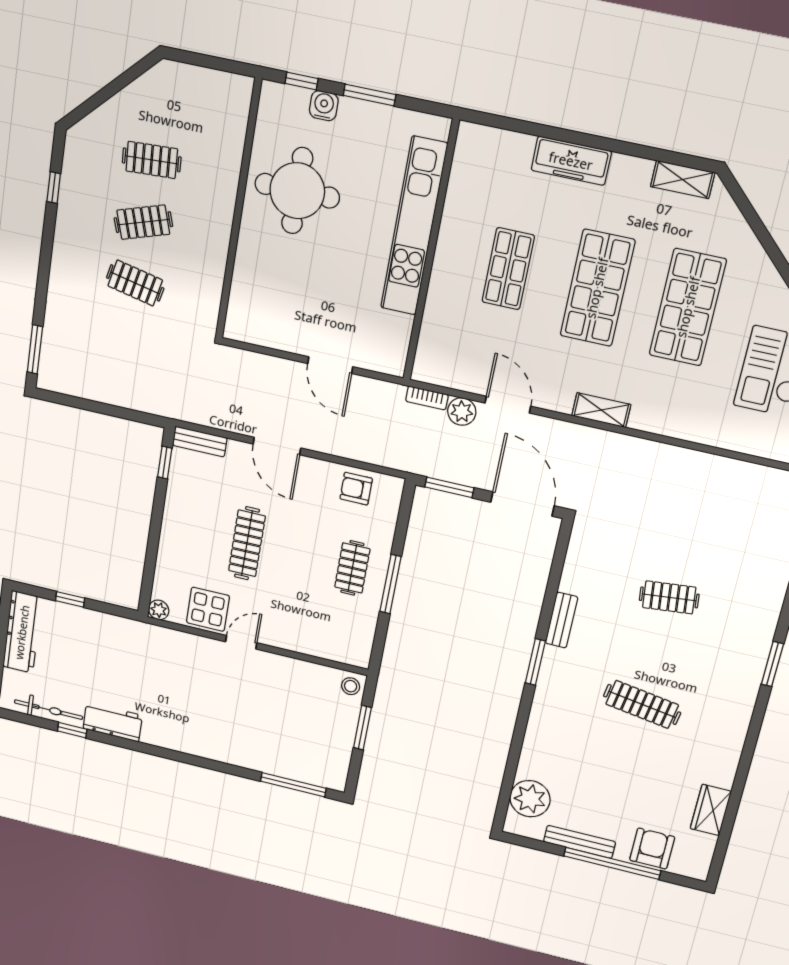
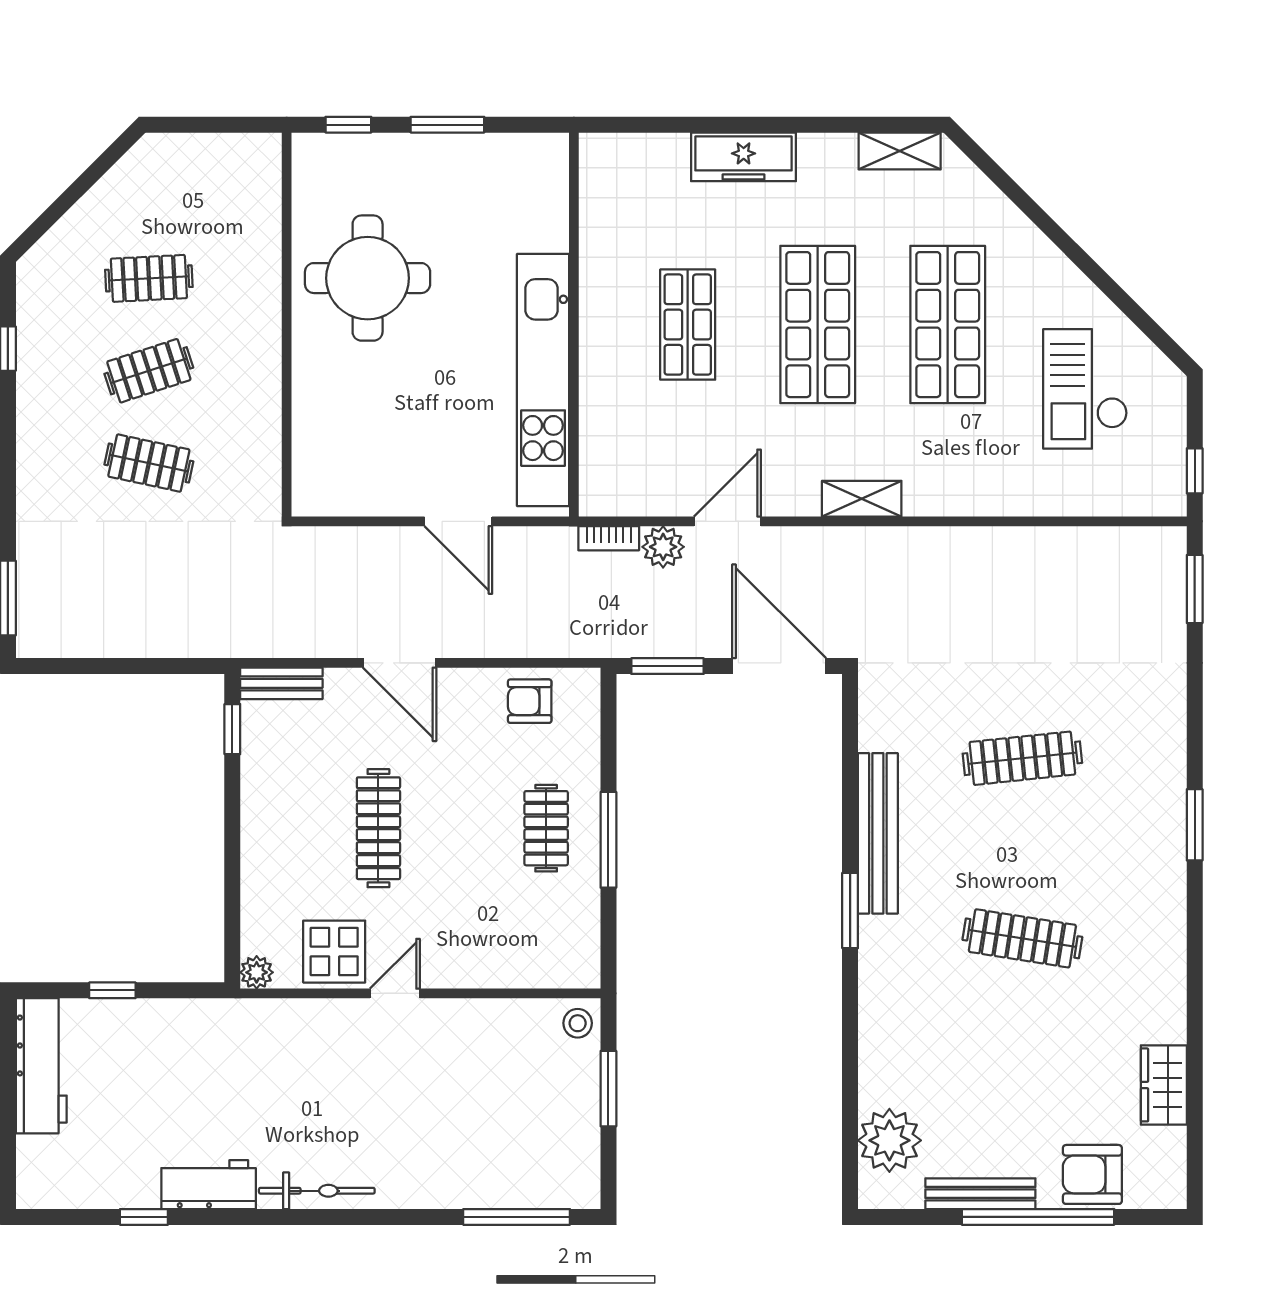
water cooler: (324, 106) -> (386, 152), removed
kitchen unit: (414, 226) -> (543, 380), moved
door: (508, 405) -> (727, 521), hinge flipped
clothes rail: (669, 597) -> (1022, 758), width x1.36
bench: (561, 620) -> (878, 833), width x1.86, depth x1.21
bicycle: (48, 710) -> (317, 1191), moved
armchair: (652, 849) -> (1092, 1174), turned -90

